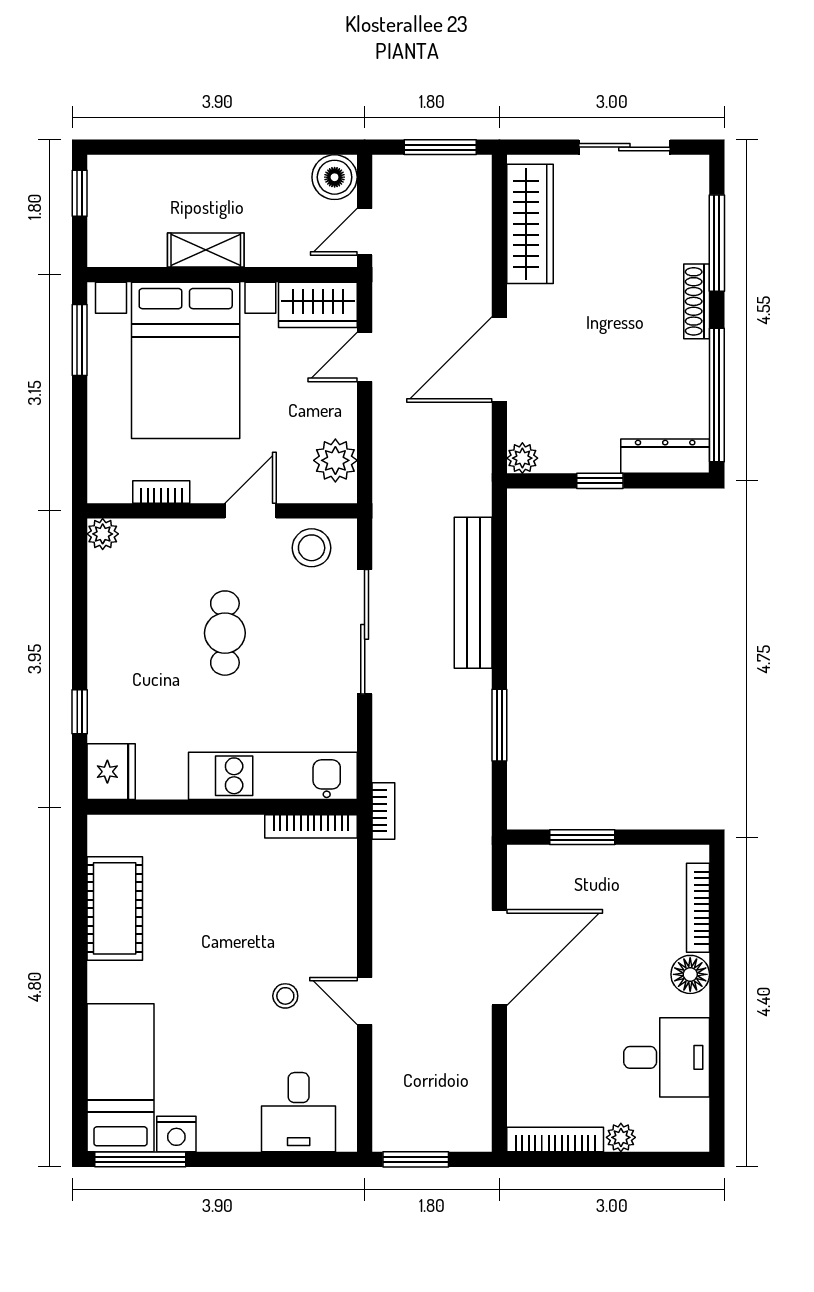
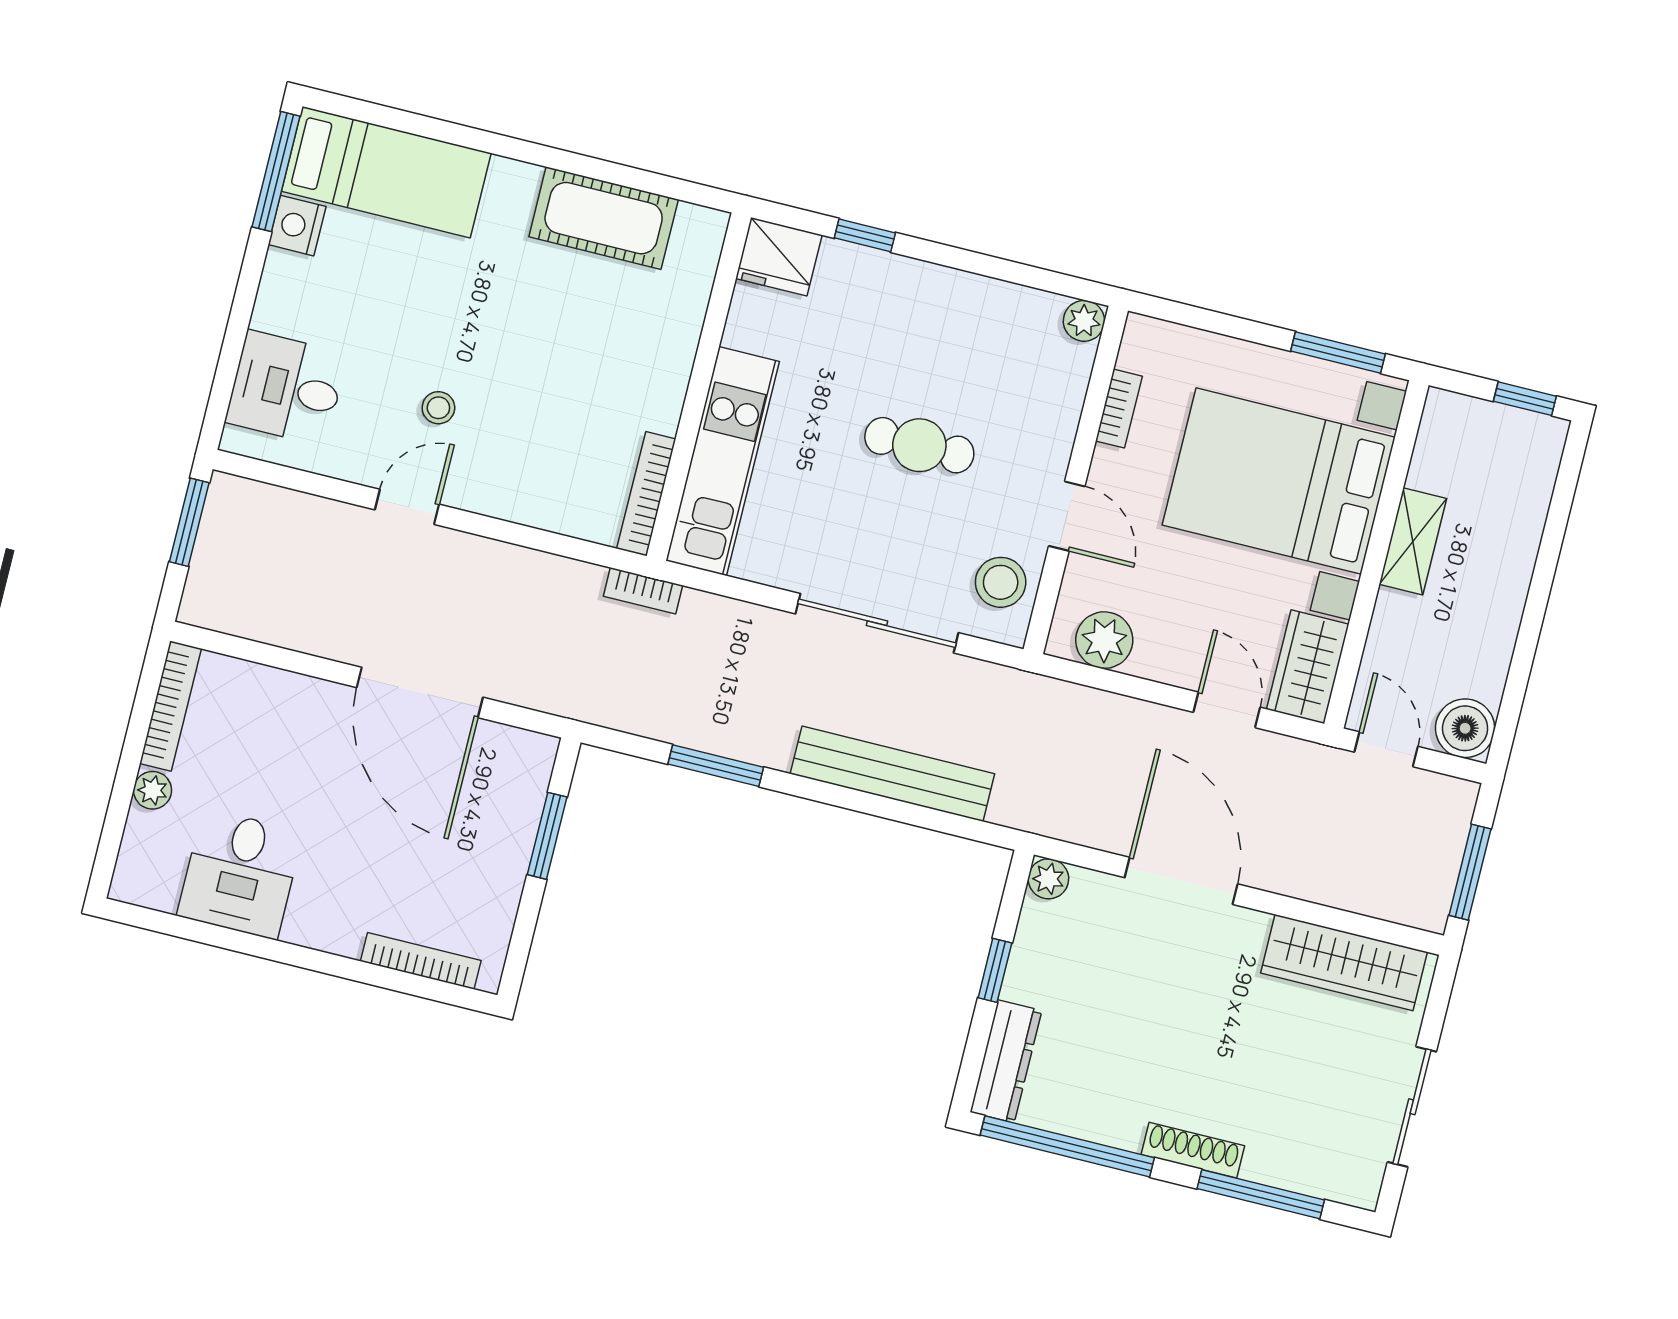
floor lamp: (690, 974) -> (338, 930), removed

